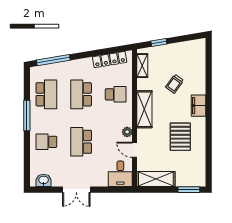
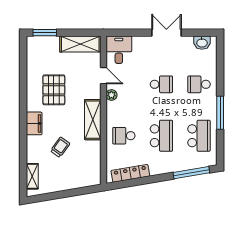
window: (159, 43) -> (77, 192), removed
shelving: (142, 66) -> (32, 176), moved
school desk: (46, 94) -> (199, 136), turned 180
school desk: (46, 142) -> (199, 84), turned 180
school desk: (81, 142) -> (161, 84), width x0.54

